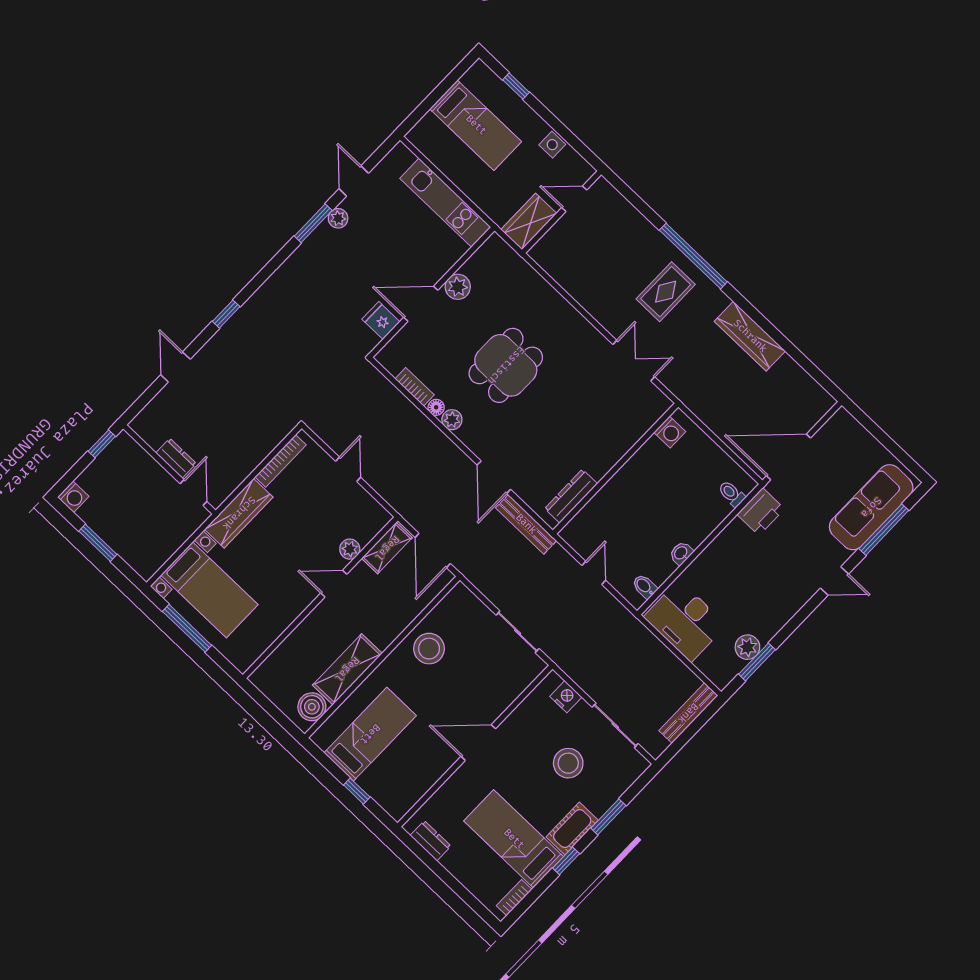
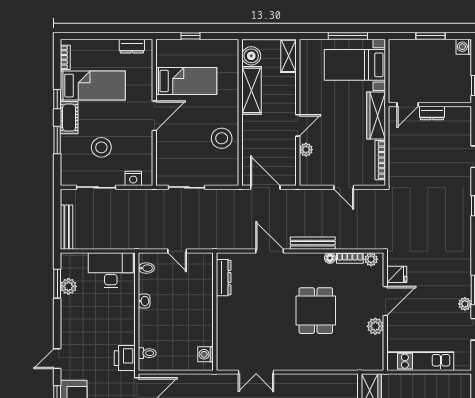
plant: (452, 420) -> (371, 259), moved
door: (193, 493) -> (408, 104), hinge flipped
bench: (526, 524) -> (313, 243), moved
shelving: (387, 548) -> (289, 56), moved
bed: (370, 734) -> (186, 81), moved, turned -90

